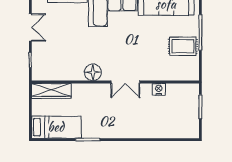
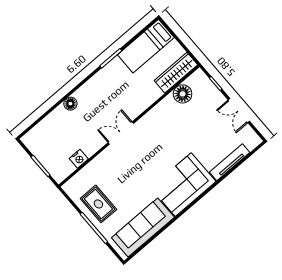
rug: (183, 46) -> (98, 204), turned 90
floor lamp: (93, 72) -> (183, 94), moved
nightstand: (159, 89) -> (79, 159), moved
floor lamp: (143, 132) -> (70, 104), added

